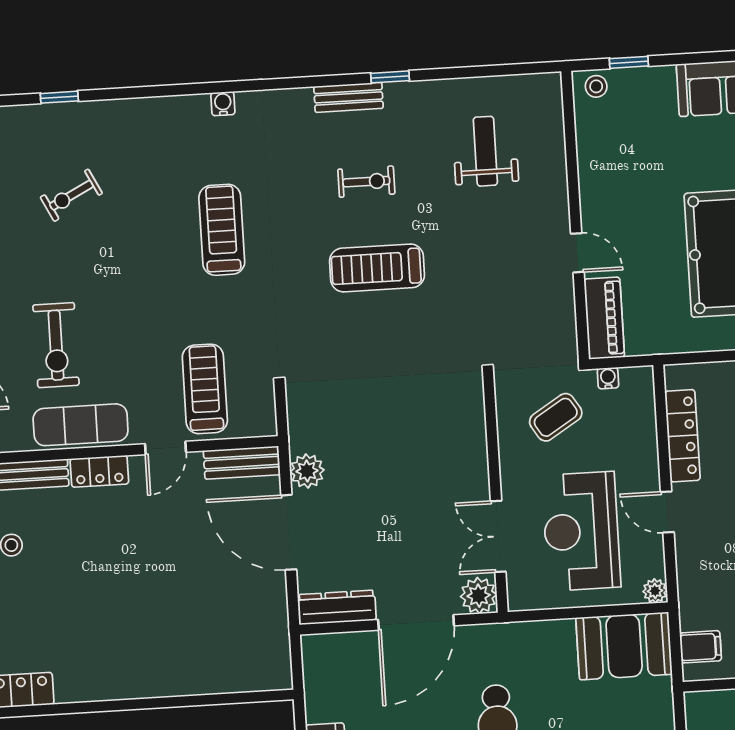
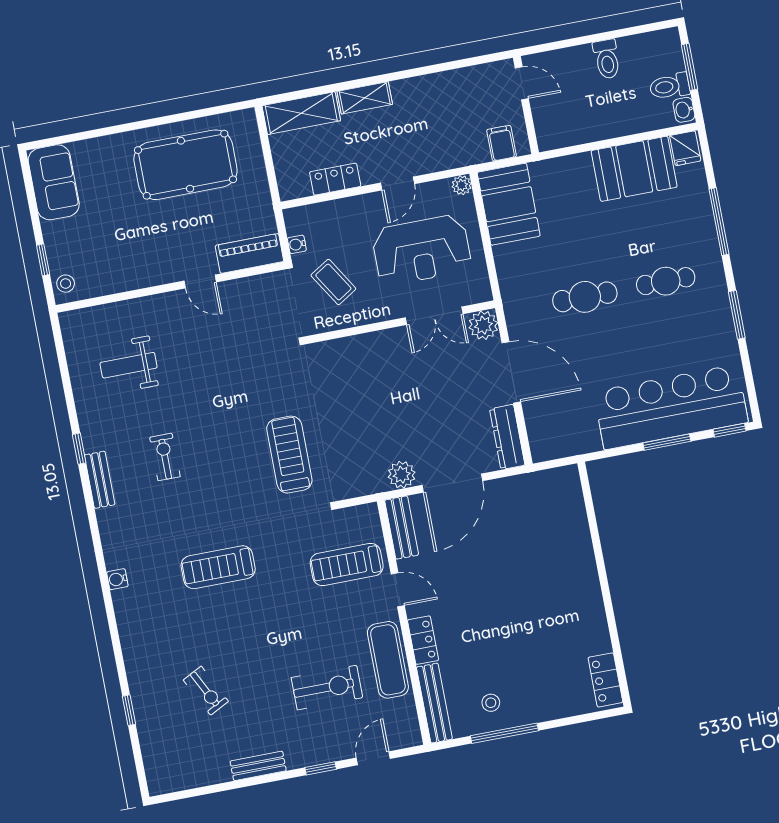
door: (577, 253) -> (200, 282), swing flipped
treadmill: (377, 268) -> (289, 455), moved, turned 180
locker: (682, 436) -> (335, 179), width x0.66

